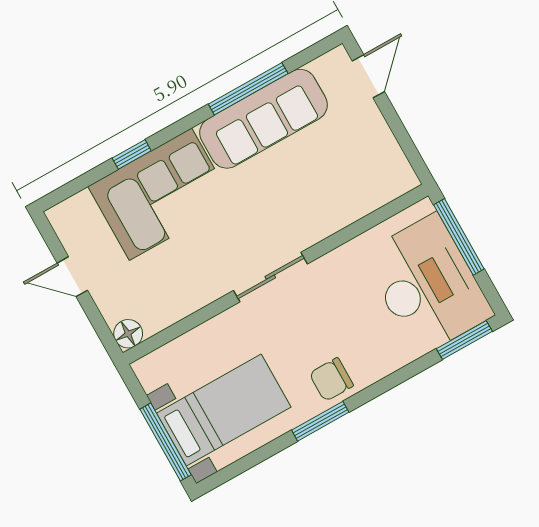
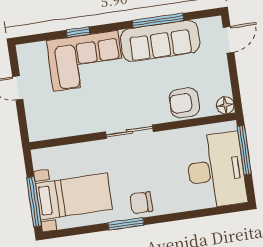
armchair: (338, 200) -> (184, 103), added
floor lamp: (128, 334) -> (225, 105), moved
window: (464, 340) -> (225, 210), removed

